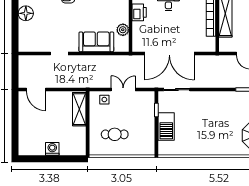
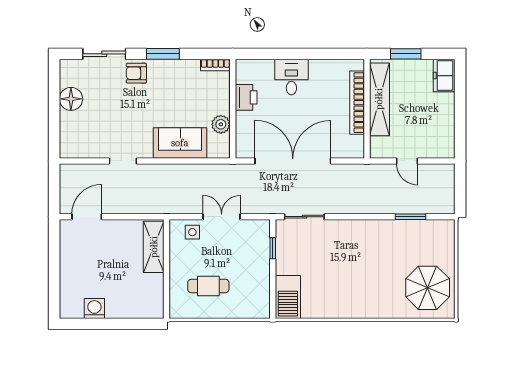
double door: (169, 53) -> (293, 161), swing flipped
door: (36, 90) -> (87, 217), swing flipped
barbecue: (166, 127) -> (288, 297), moved
washing machine: (52, 149) -> (94, 309), moved

